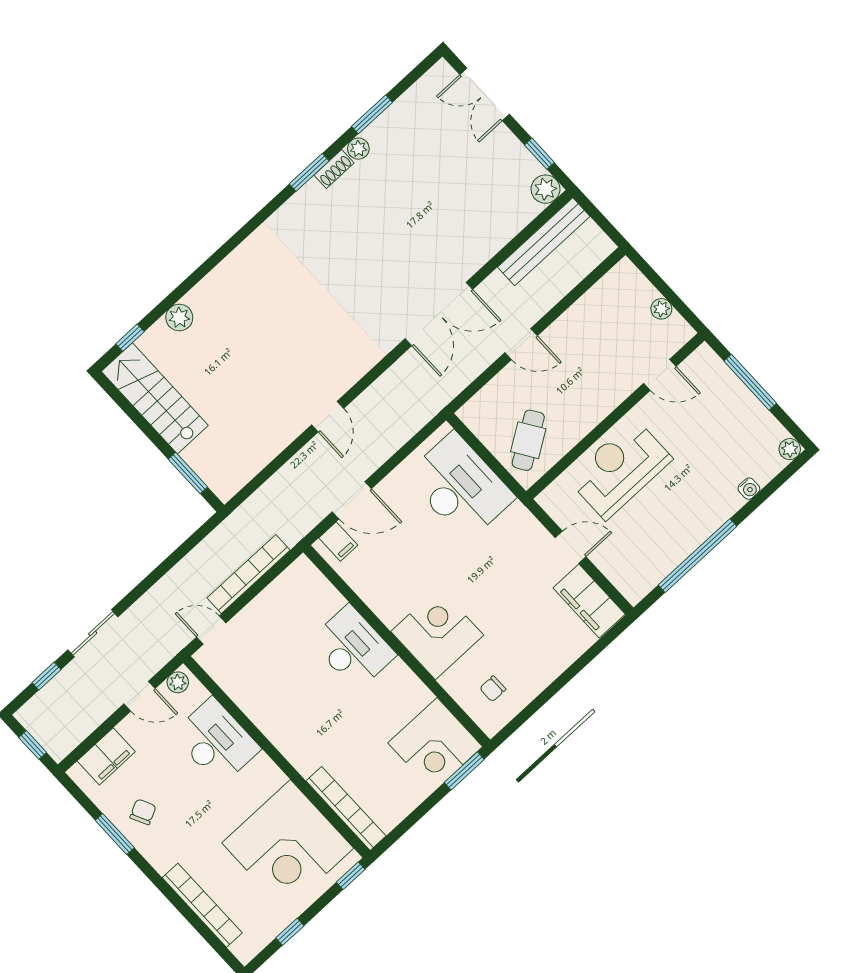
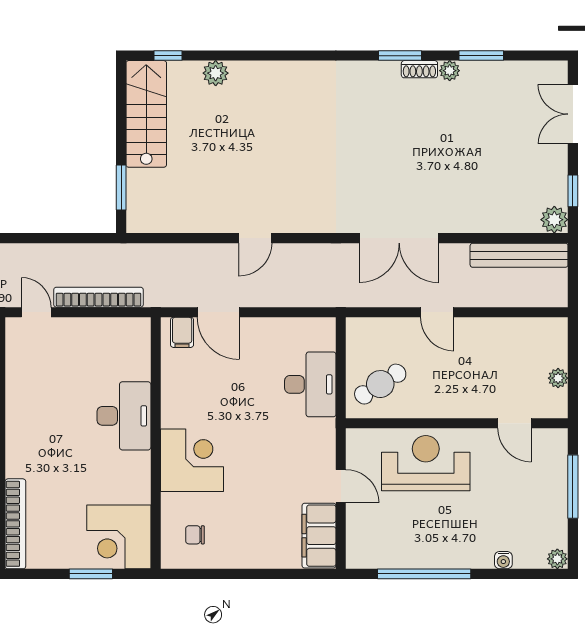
desk: (460, 487) -> (310, 384), width x0.73, depth x0.77
window: (464, 771) -> (91, 574), moved

